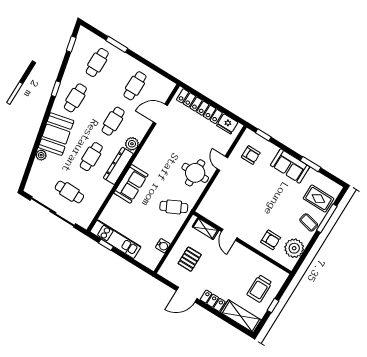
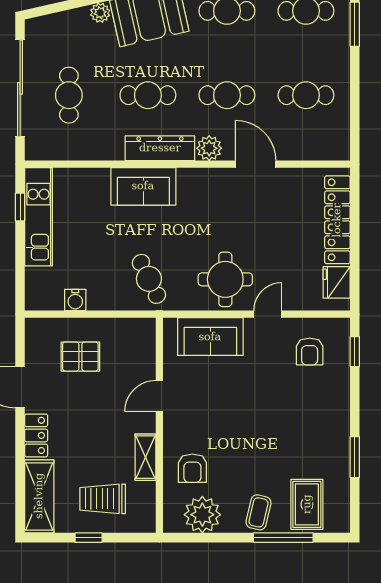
door: (160, 114) -> (256, 164), moved
sofa: (290, 166) -> (210, 337), moved, turned -90
shelving: (205, 229) -> (145, 457), moved

